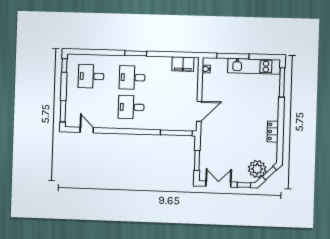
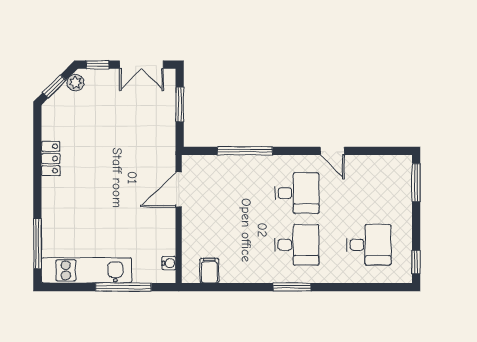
filing cabinet: (183, 64) -> (209, 271), width x0.50
door: (87, 130) -> (332, 151), moved
window: (176, 133) -> (245, 151), moved
plant: (257, 169) -> (76, 83), width x0.53, depth x0.53

